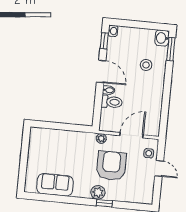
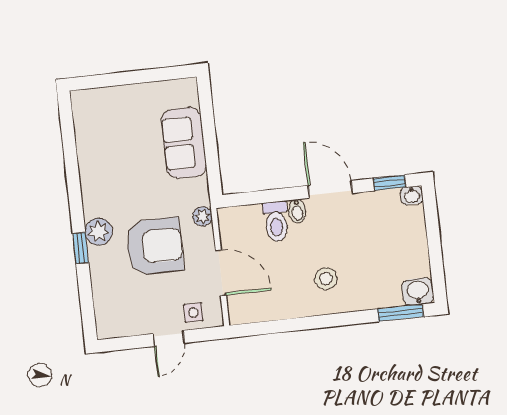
stool: (146, 65) -> (326, 278), moved
door: (101, 71) -> (330, 189), swing flipped
sofa: (55, 185) -> (184, 143), moved, turned 180

